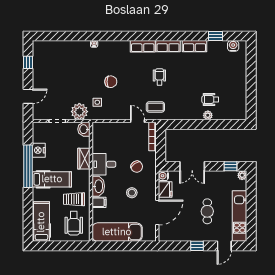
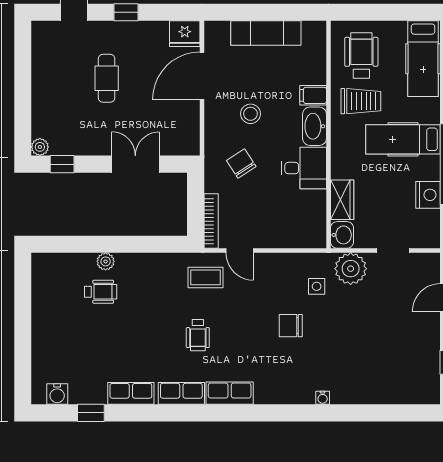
wardrobe: (84, 159) -> (342, 200), moved
water cooler: (163, 176) -> (190, 146), removed
fridge: (165, 189) -> (185, 34), moved, turned -90
kitchen unit: (240, 216) -> (45, 69), removed
exam couch: (117, 232) -> (266, 33), width x0.73, depth x0.69

